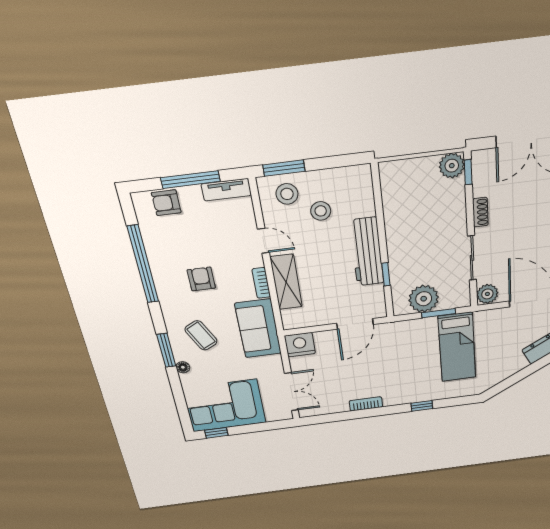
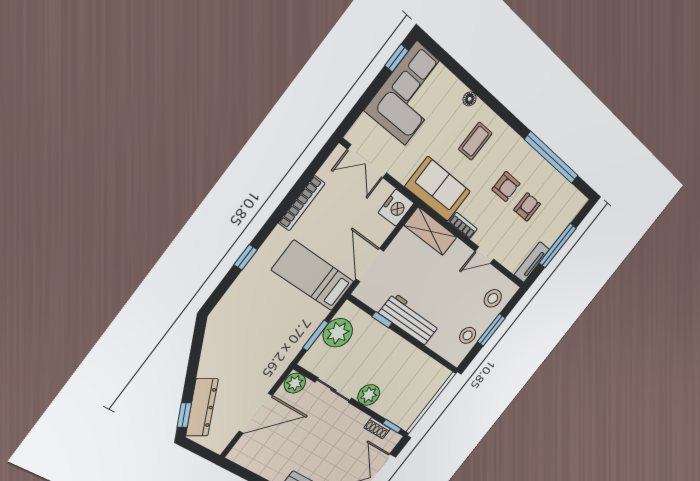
plant: (452, 166) -> (369, 395), moved
window: (284, 168) -> (491, 330), moved
armchair: (166, 203) -> (527, 207), moved
stool: (321, 211) -> (468, 335), moved
shoe rack: (480, 212) -> (377, 428), moved
shelving: (286, 282) -> (431, 231), moved
coffee table: (201, 335) -> (475, 141), turned -63
bed: (457, 347) -> (313, 276), moved
window: (166, 350) -> (492, 102), removed
bookcase: (366, 404) -> (302, 203), width x1.56

